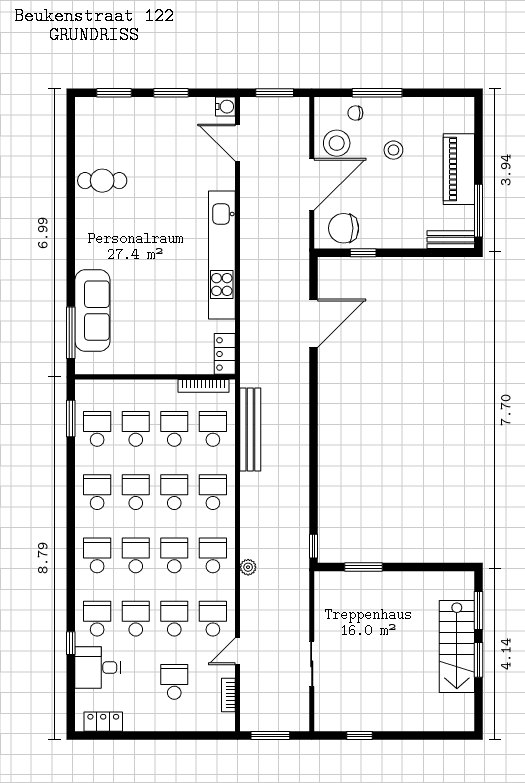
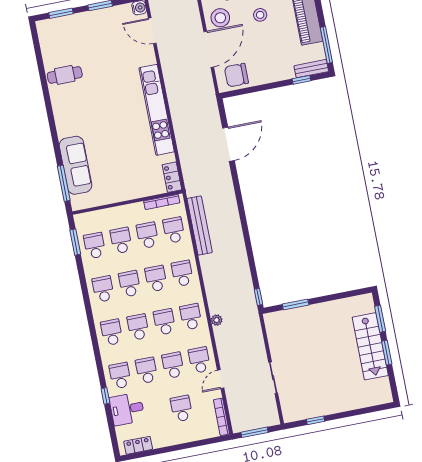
window: (363, 253) -> (302, 80), moved
bookcase: (228, 695) -> (221, 417), width x1.56

